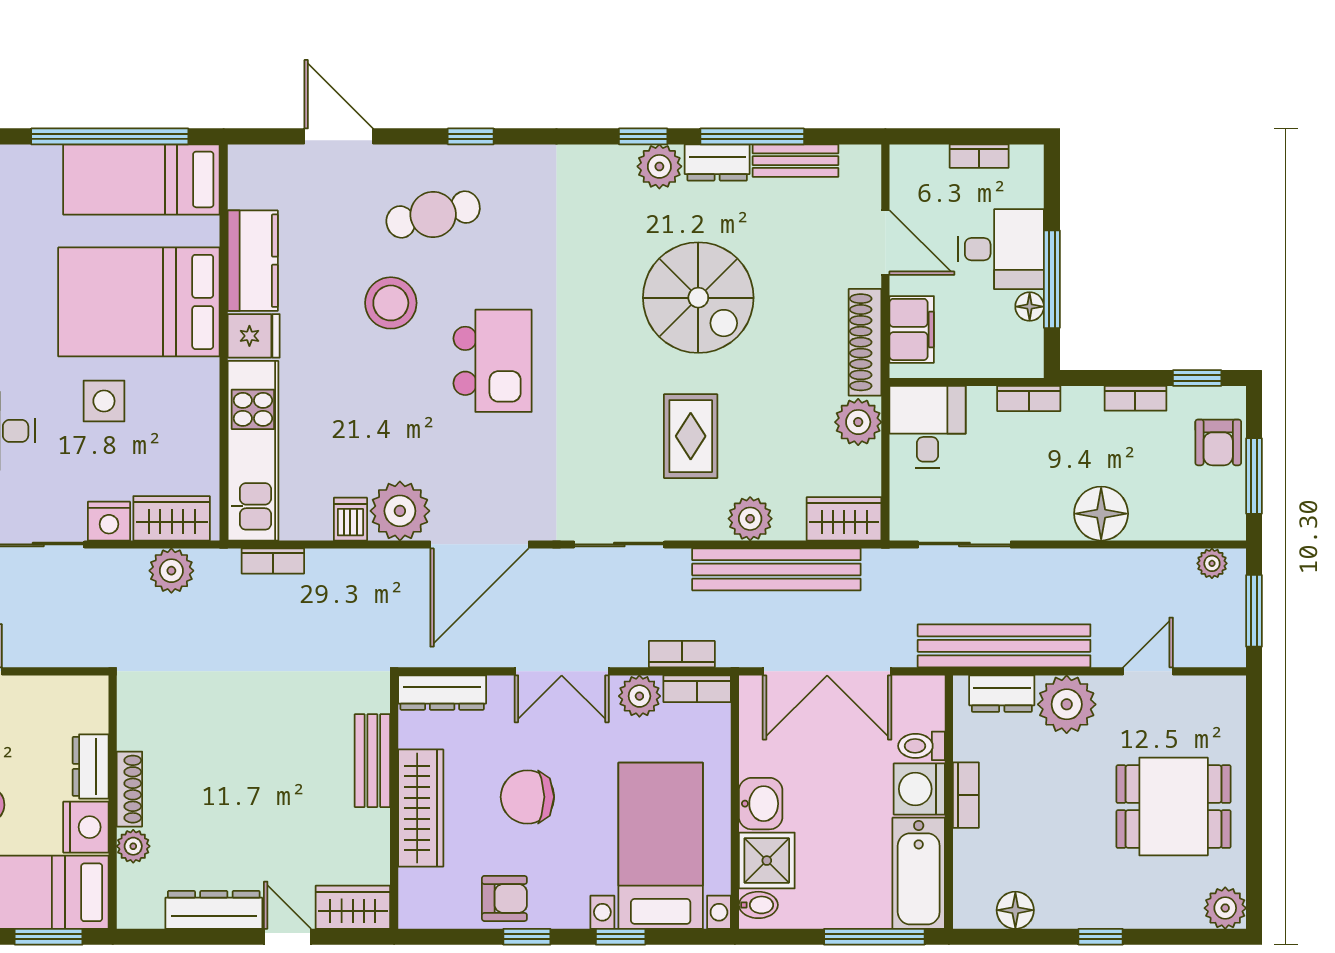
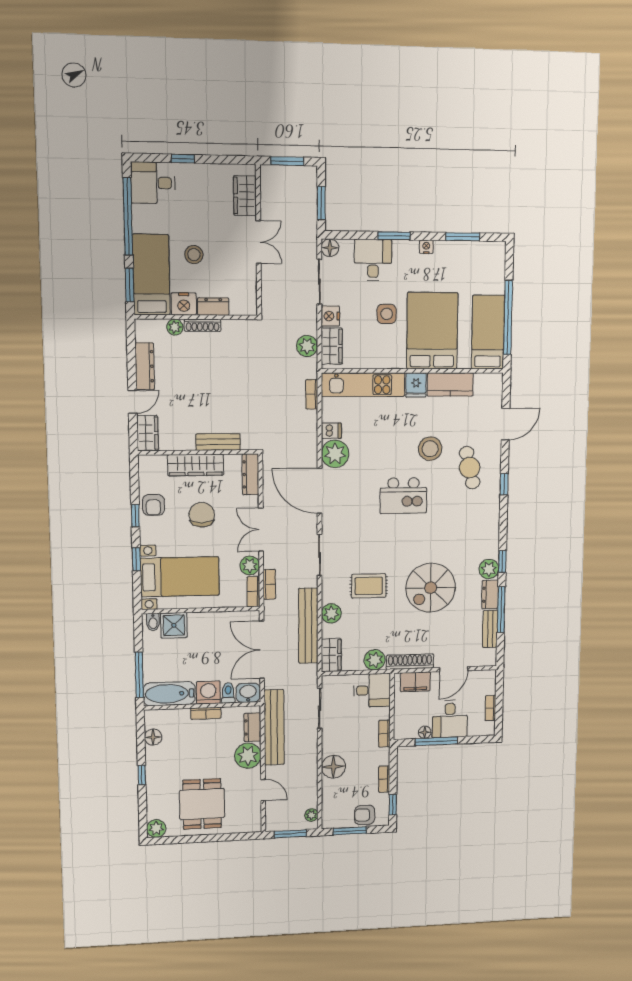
washbasin: (761, 804) -> (248, 693), moved, turned 180

